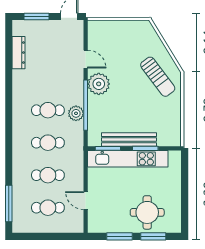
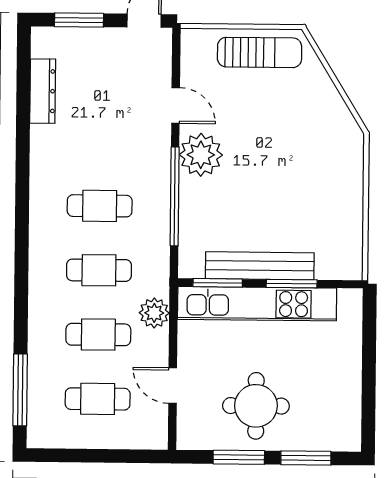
sun lounger: (158, 77) -> (260, 52), moved, turned -53
plant: (76, 113) -> (154, 313), moved
round table: (147, 212) -> (256, 406), moved

